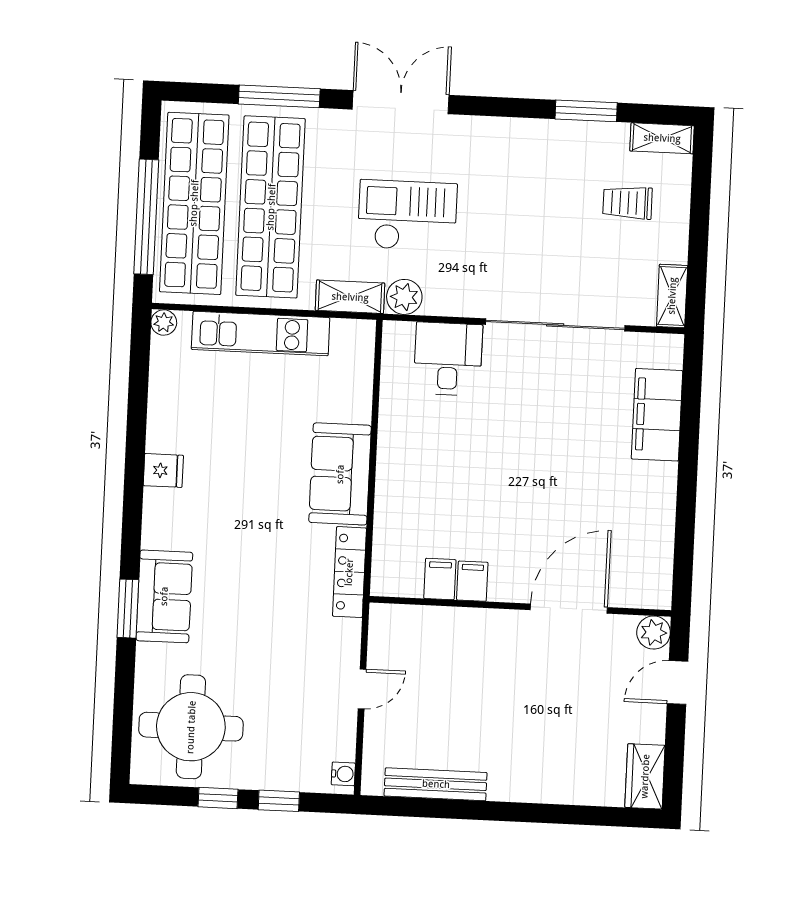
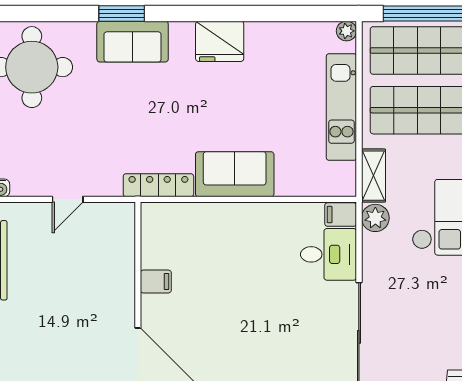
fridge: (163, 470) -> (220, 41), width x1.88, depth x1.34
filing cabinet: (440, 579) -> (341, 215), moved, turned 180
door: (362, 689) -> (68, 199), hinge flipped

